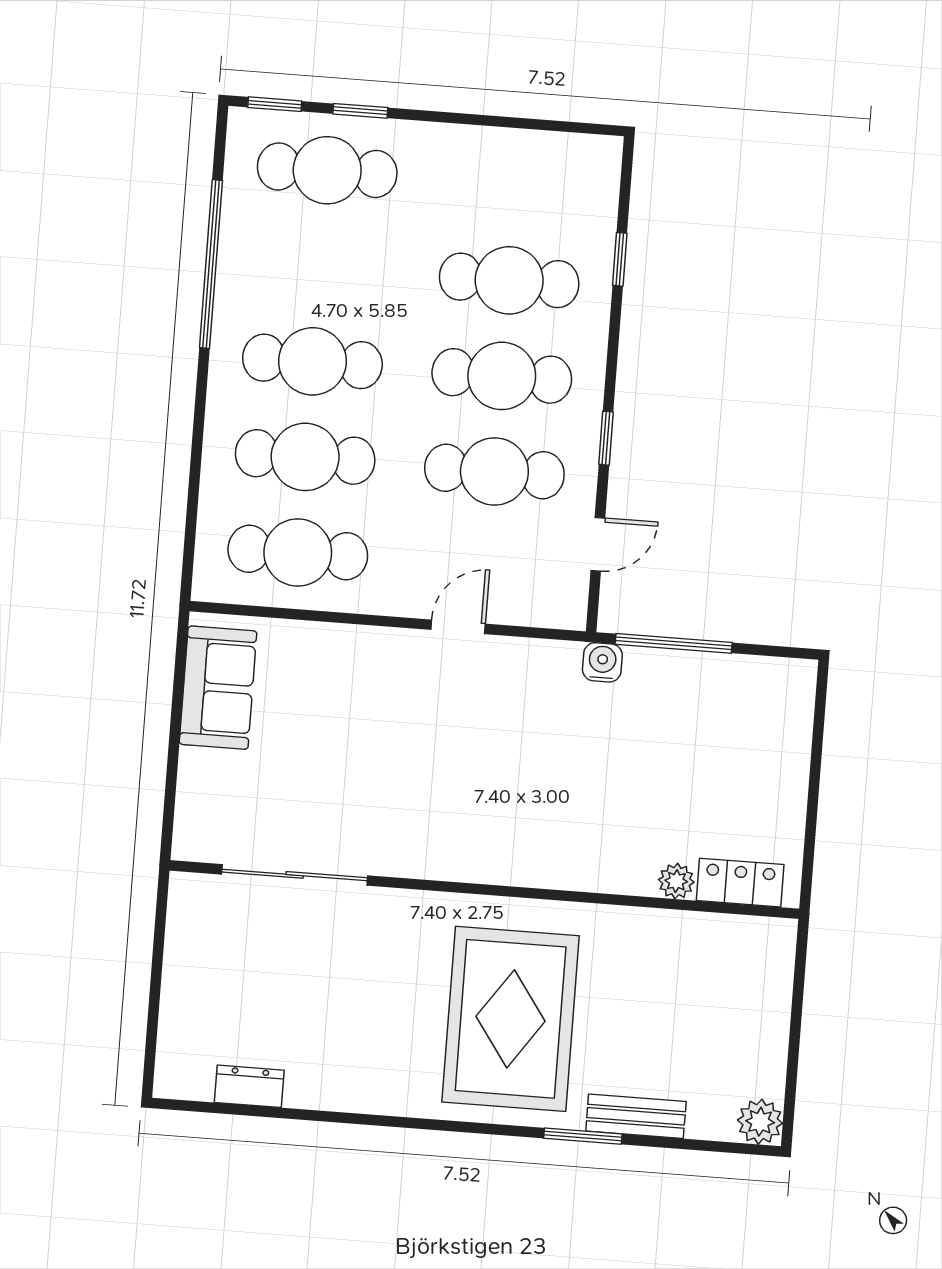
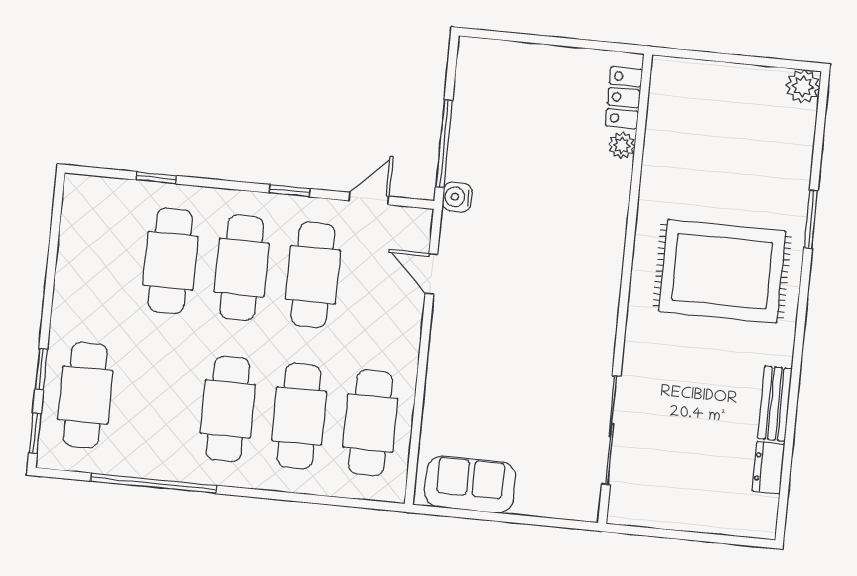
door: (598, 544) -> (369, 199), hinge flipped
door: (458, 627) -> (431, 274), moved
bench: (636, 1116) -> (775, 404), moved

